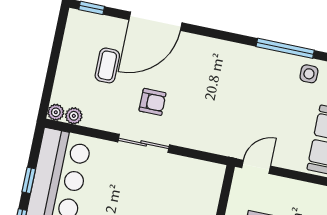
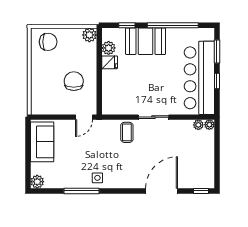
coffee table: (107, 65) -> (127, 132), moved
side table: (309, 74) -> (97, 178), moved
armchair: (153, 102) -> (153, 143), removed

